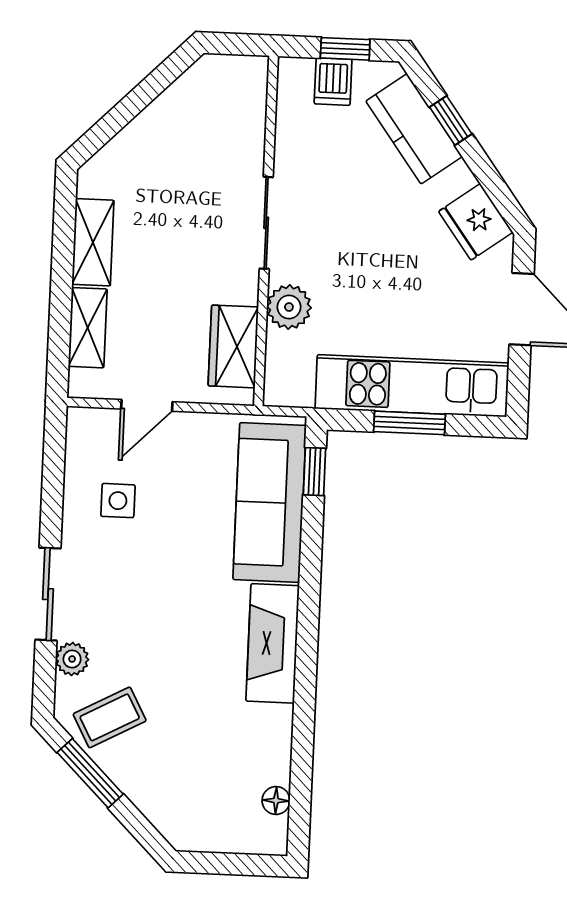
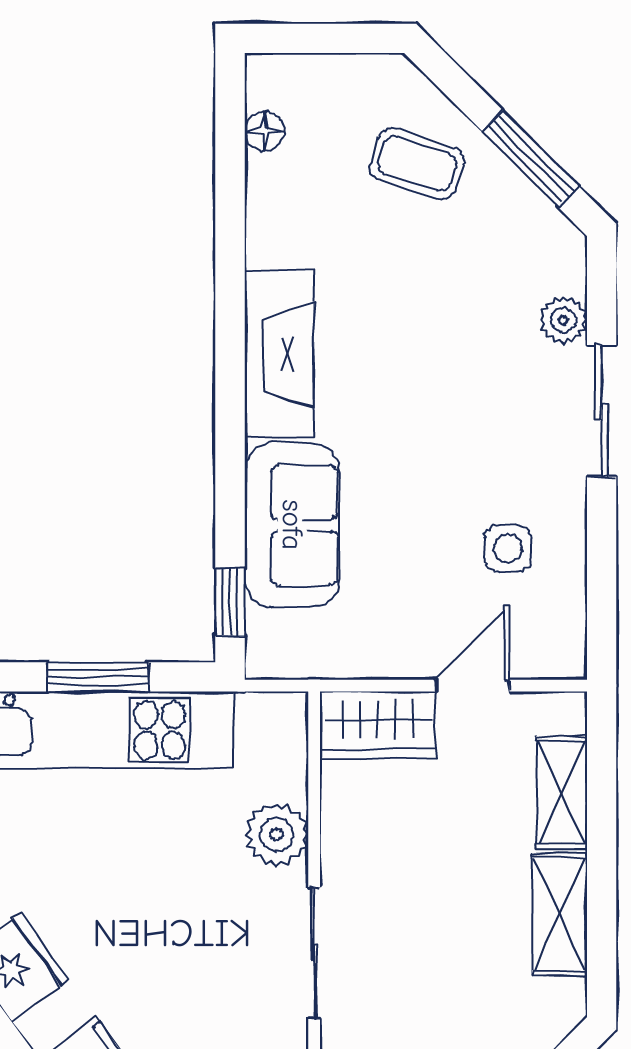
wardrobe: (233, 346) -> (378, 725), moved, turned 90
sofa: (270, 502) -> (292, 525), width x0.73
coffee table: (110, 717) -> (417, 164), moved, turned 46

